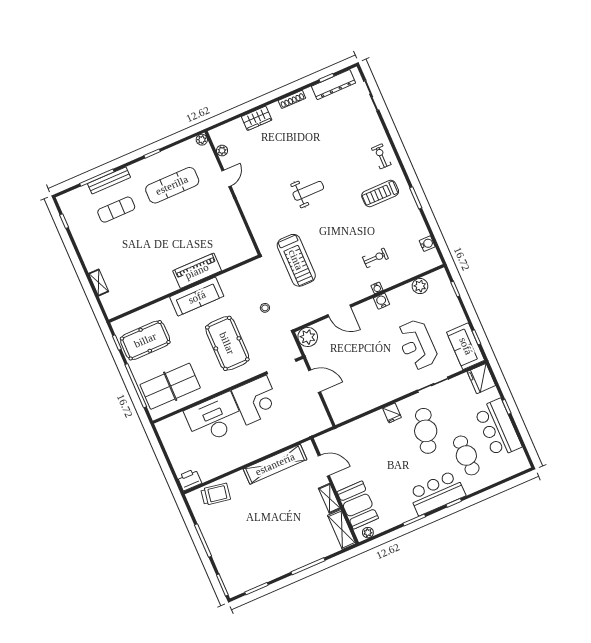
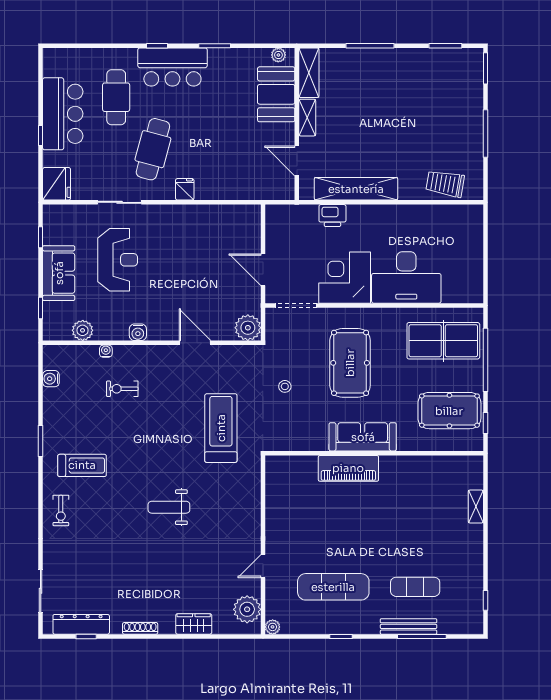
plant: (222, 151) -> (247, 609), width x1.88, depth x1.88
water cooler: (377, 288) -> (106, 351), moved
sofa: (466, 346) -> (59, 273), moved
printer: (189, 480) -> (332, 216), moved

